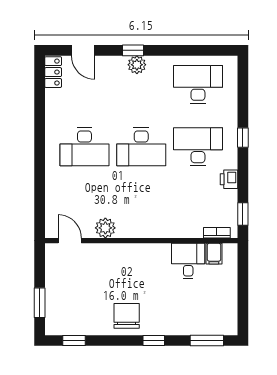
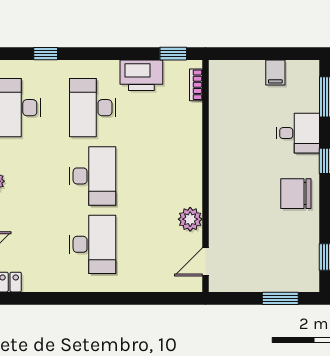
window: (243, 138) -> (46, 54), moved
printer: (229, 179) -> (141, 75), width x1.87, depth x1.48
filing cabinet: (214, 254) -> (275, 73), moved, turned 90
desk: (188, 261) -> (298, 133), moved, turned 180

